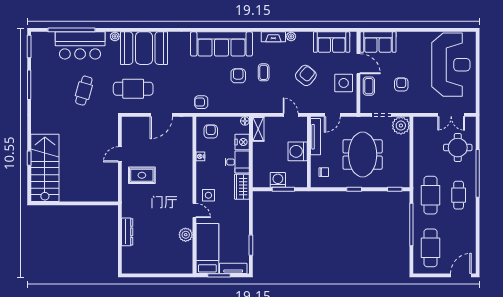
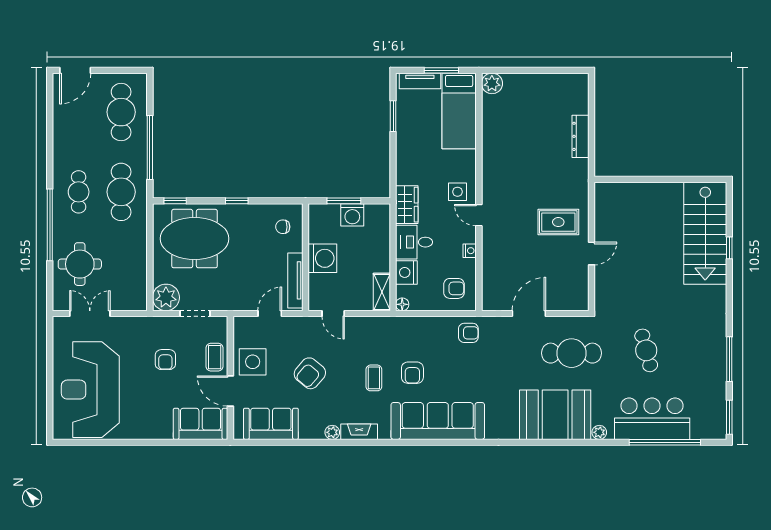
cafe table: (84, 91) -> (646, 350), turned -31
armchair: (211, 131) -> (454, 288), turned -90
meeting table: (363, 155) -> (195, 239), moved, turned 90
door: (194, 210) -> (479, 215), moved
plant: (186, 235) -> (492, 83), moved

